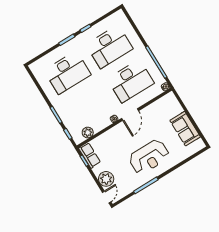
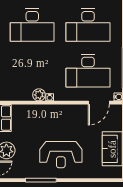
door: (130, 115) -> (99, 103), moved
plant: (88, 132) -> (39, 95), moved

